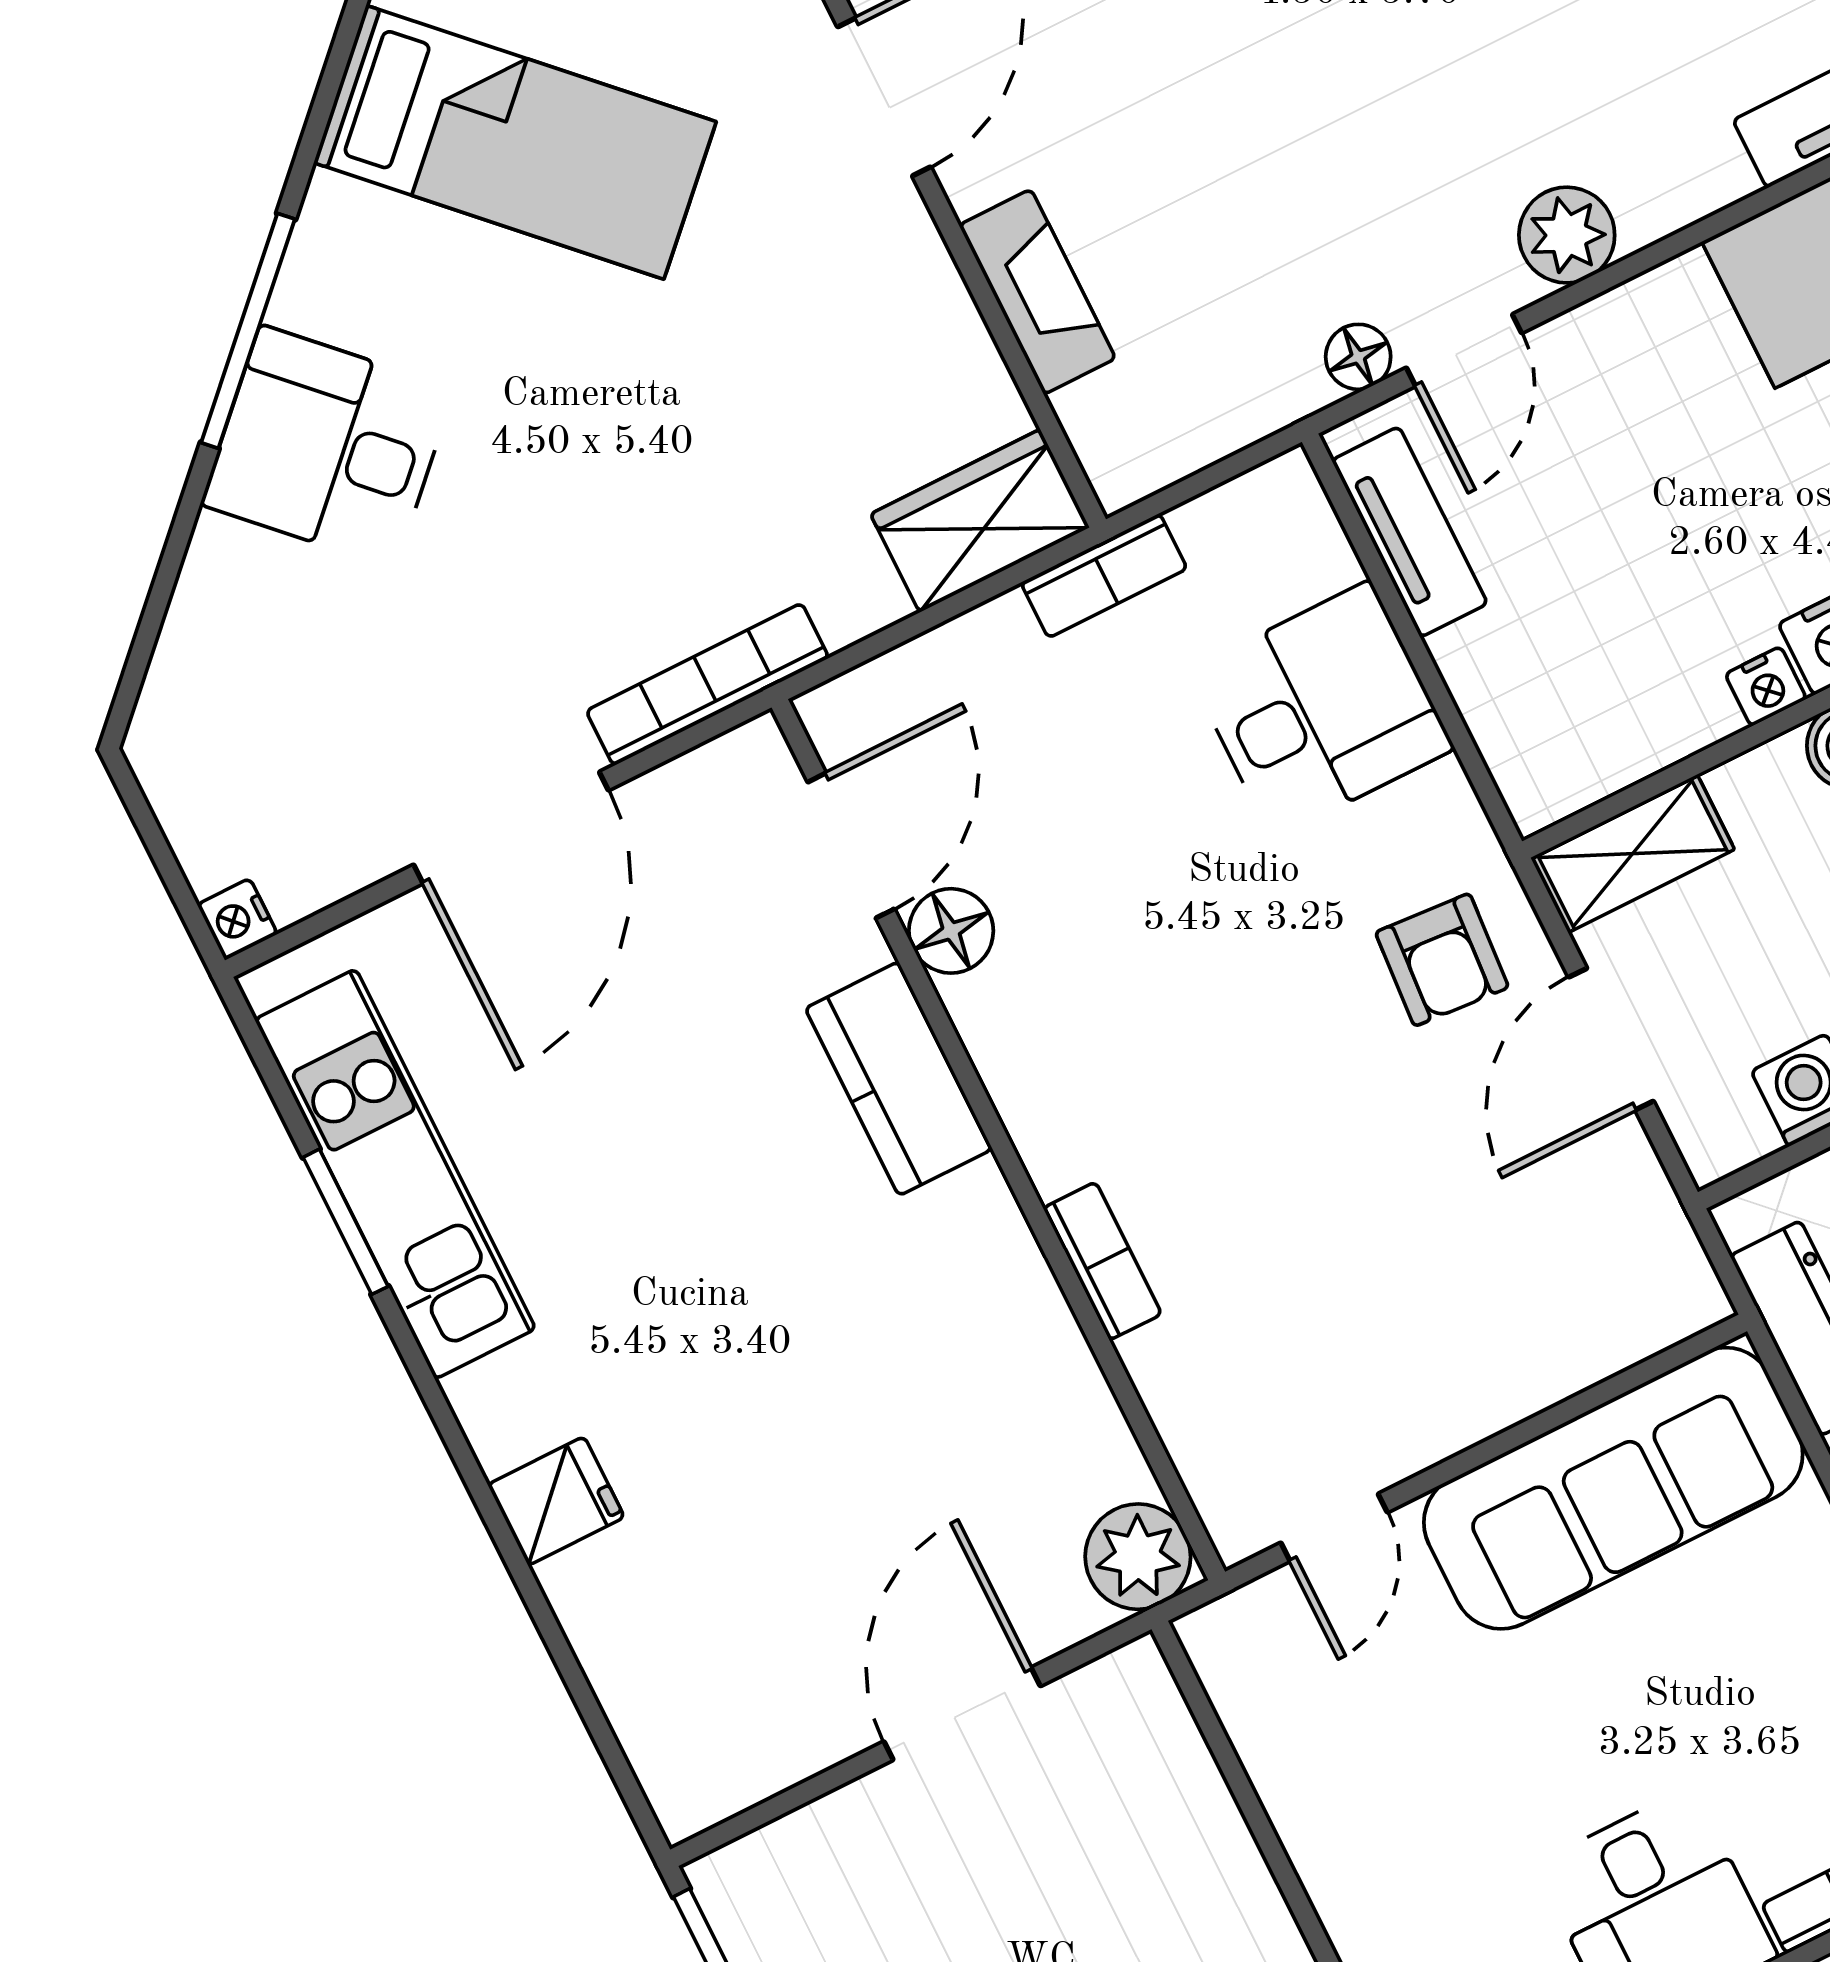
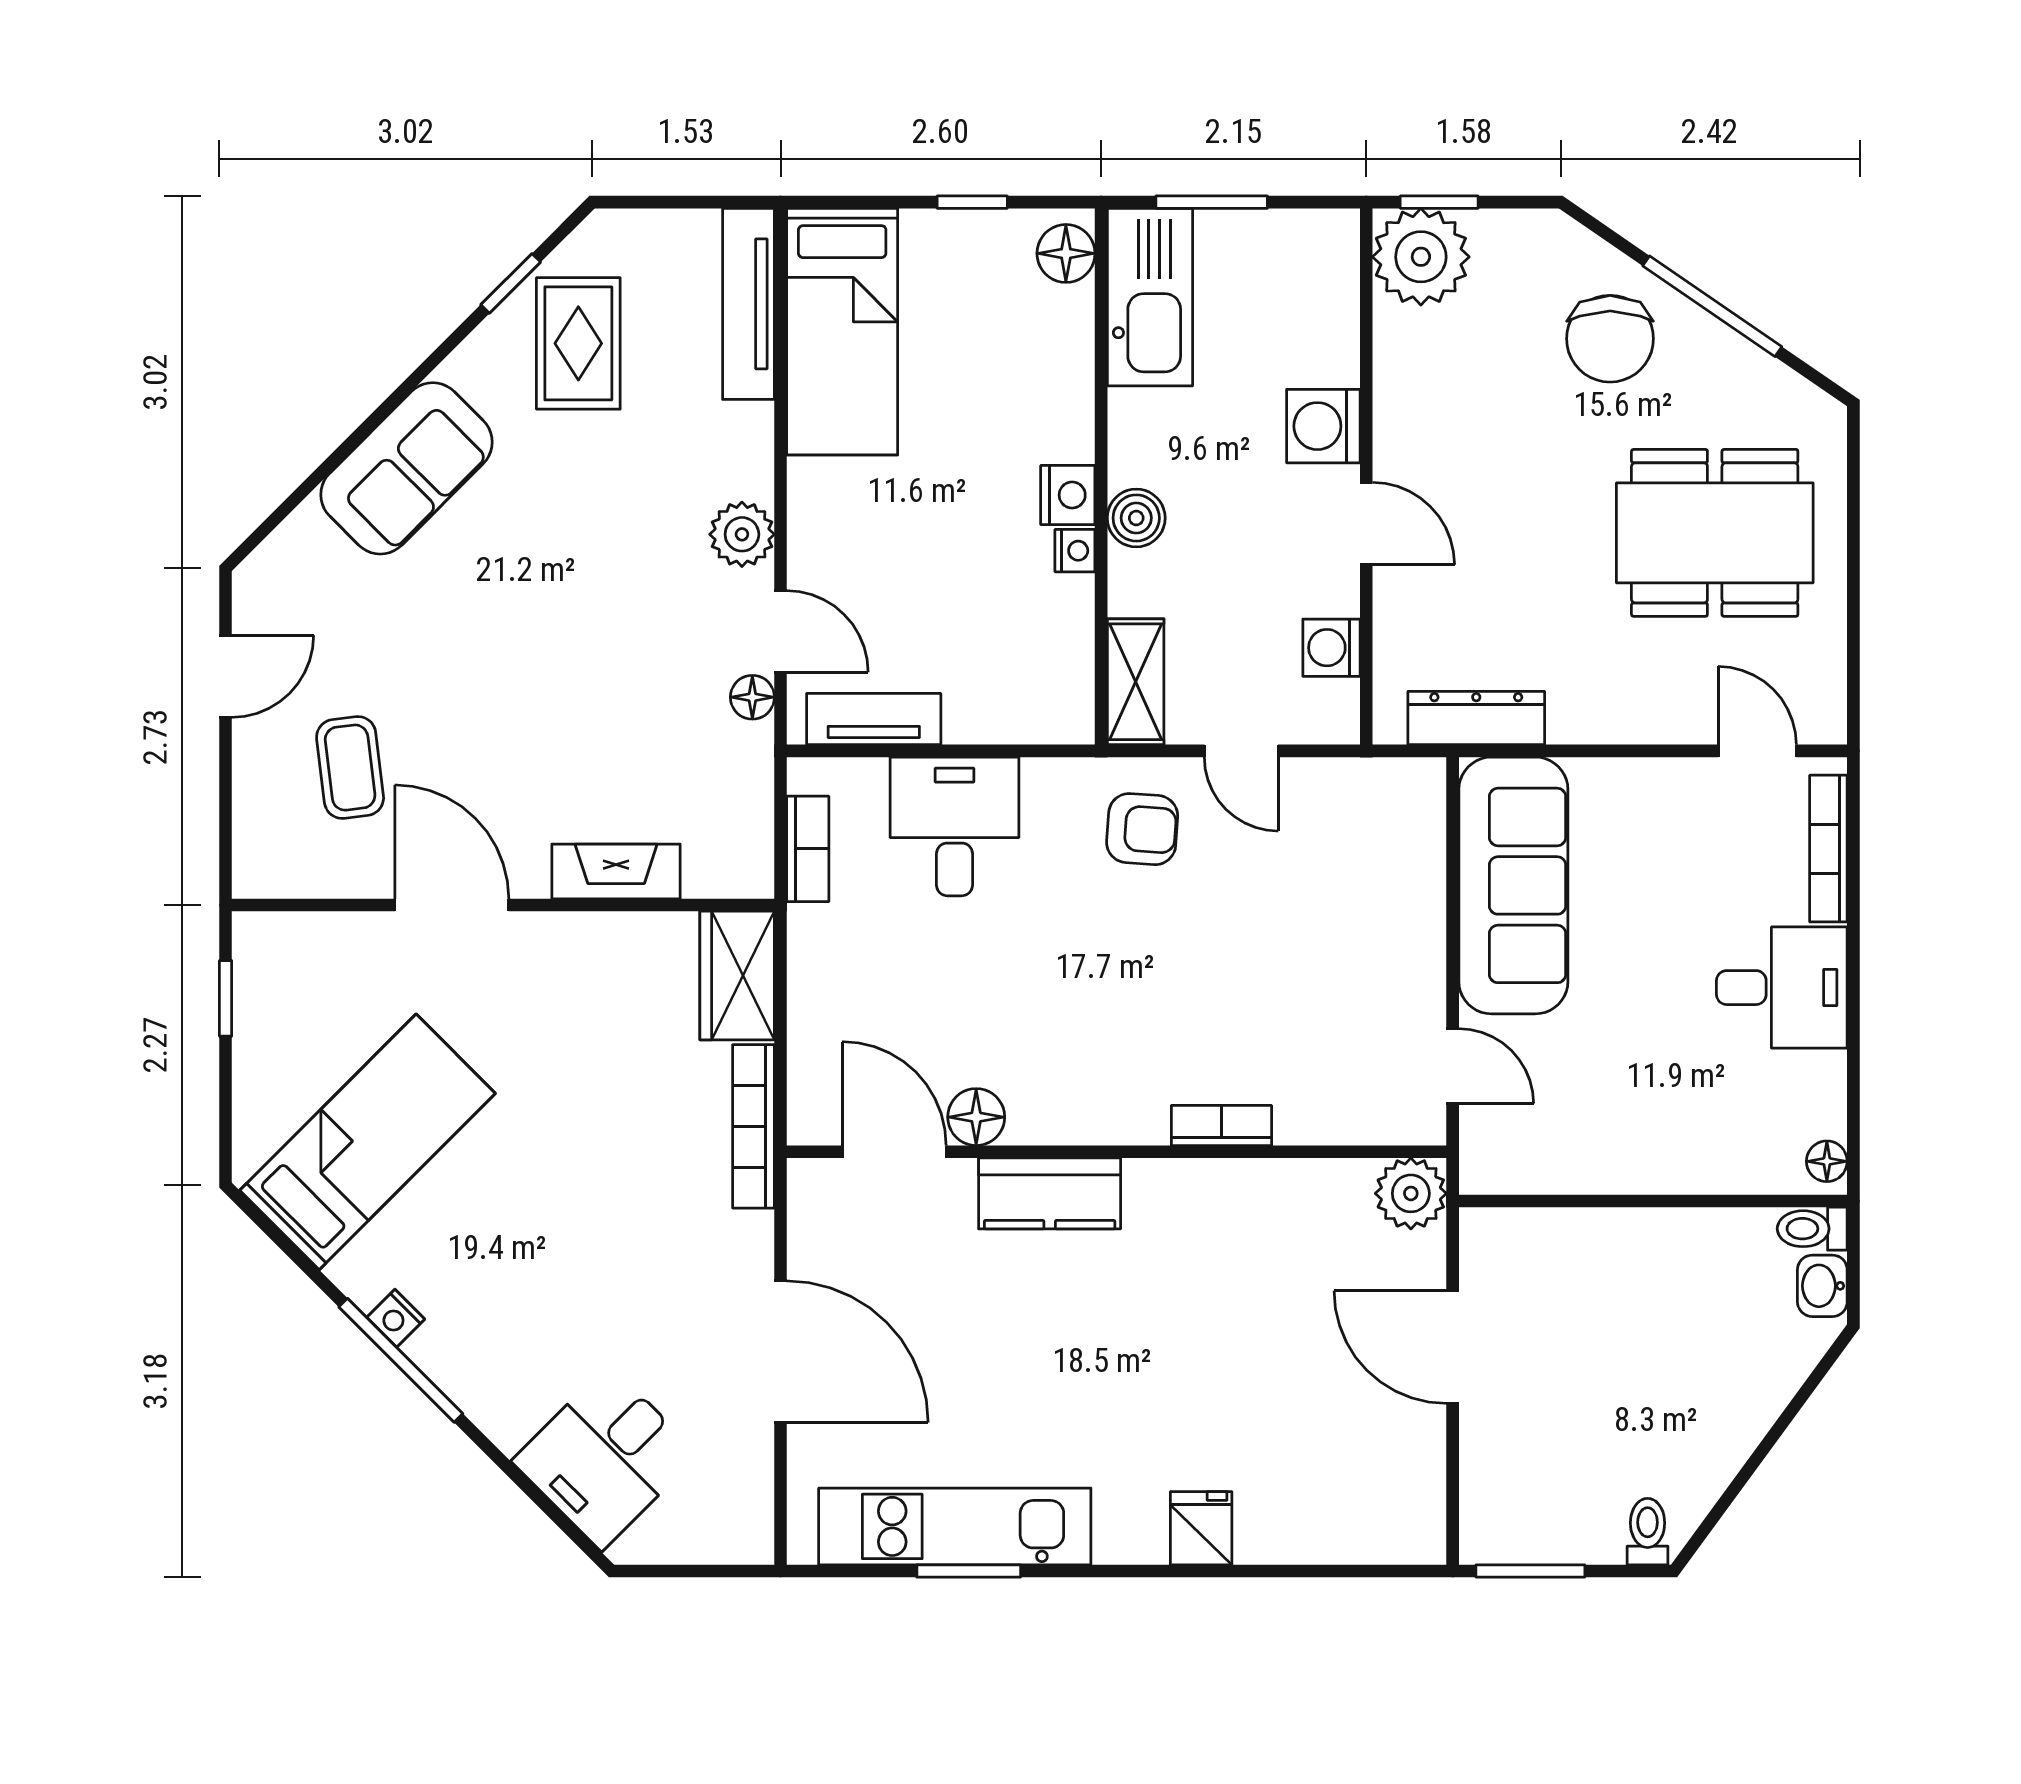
desk: (328, 447) -> (605, 1458), moved
bookcase: (1104, 576) -> (808, 849), moved
bookcase: (708, 684) -> (753, 1126), moved
nightstand: (237, 919) -> (396, 1318), moved, turned 45
door: (1611, 1039) -> (1241, 751), width x0.73

